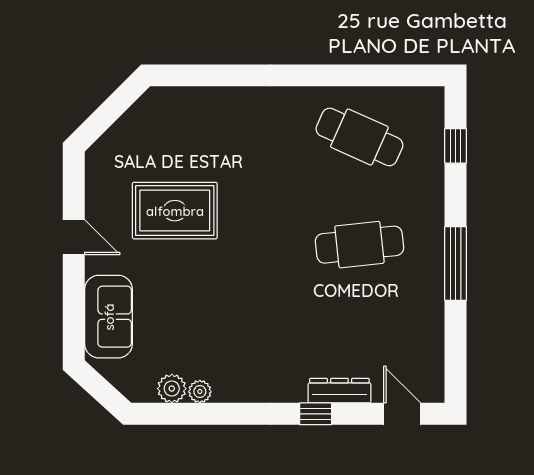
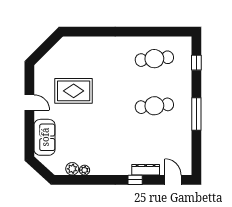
cafe table: (359, 137) -> (154, 59), turned -30

